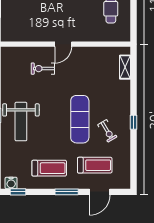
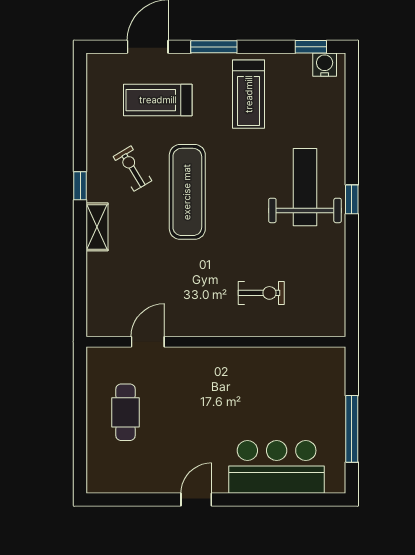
door: (63, 44) -> (148, 342), moved
shelving: (125, 67) -> (97, 227), moved
treadmill: (49, 168) -> (249, 94), turned -90

